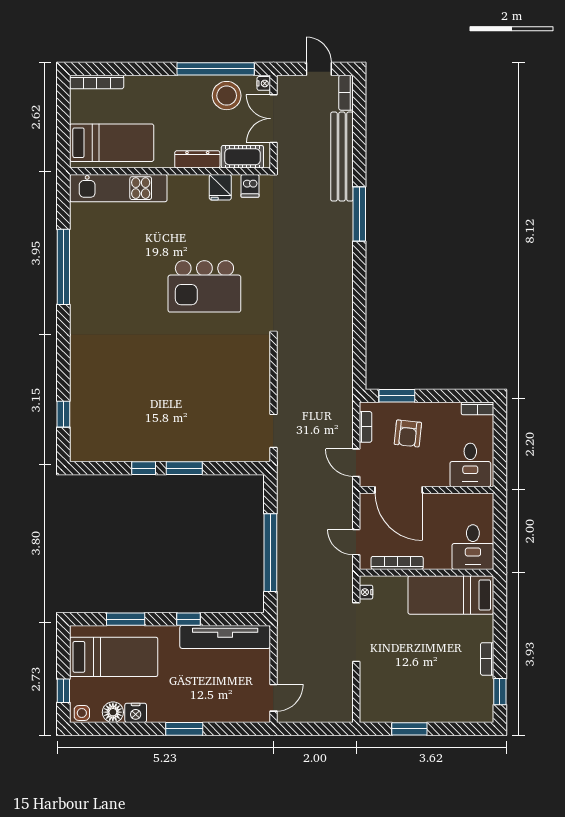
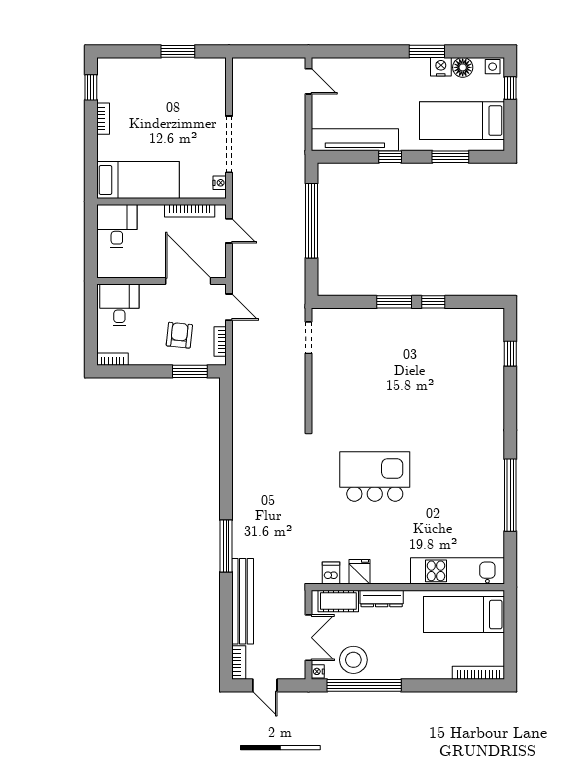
door: (273, 698) -> (308, 81), swing flipped
window: (184, 729) -> (427, 51), moved

